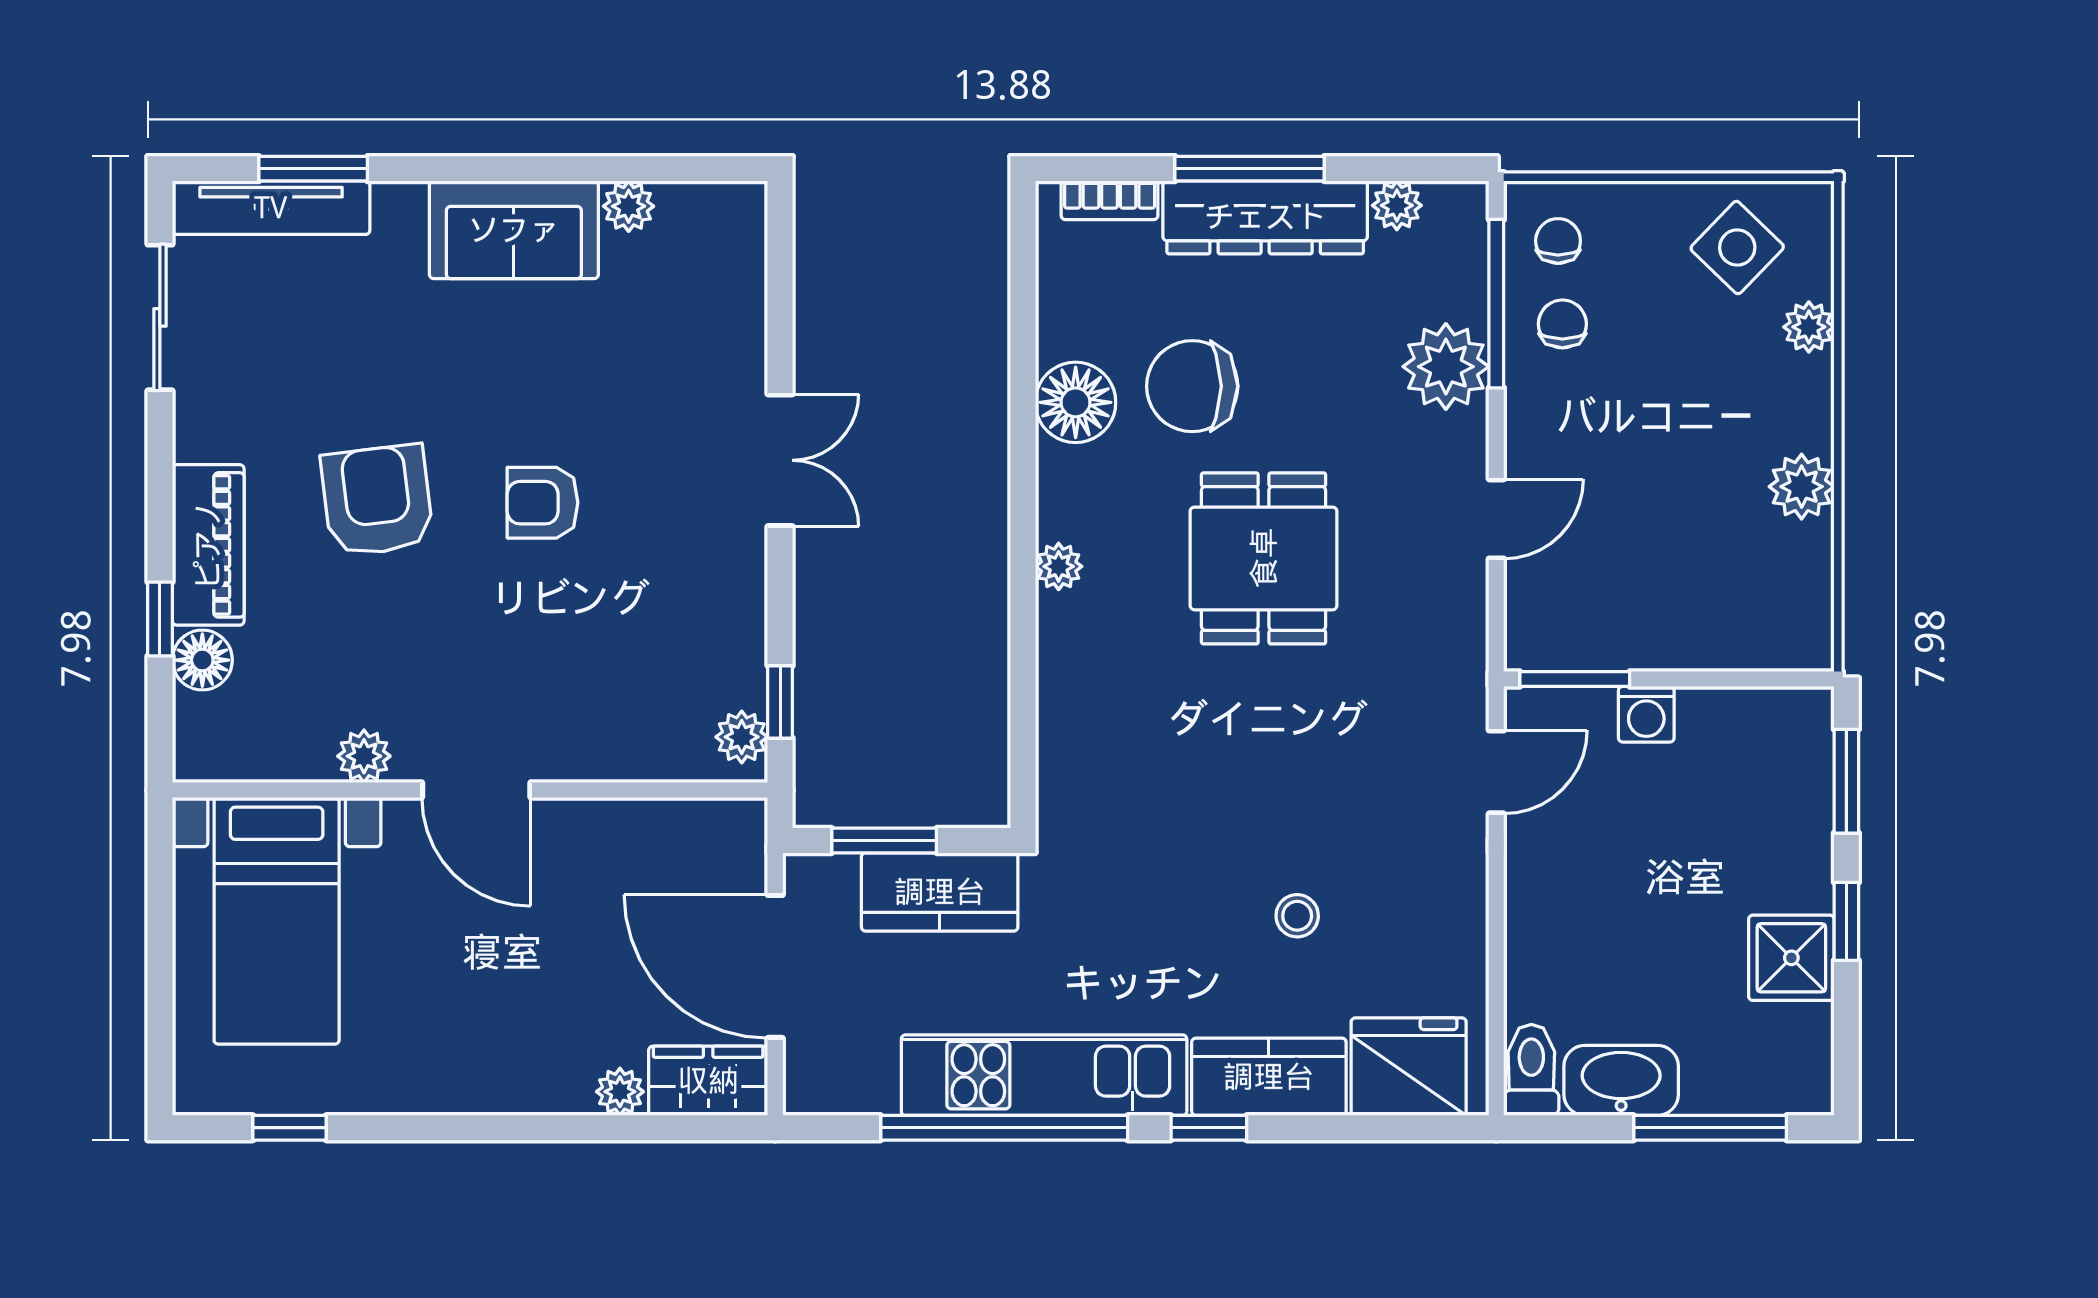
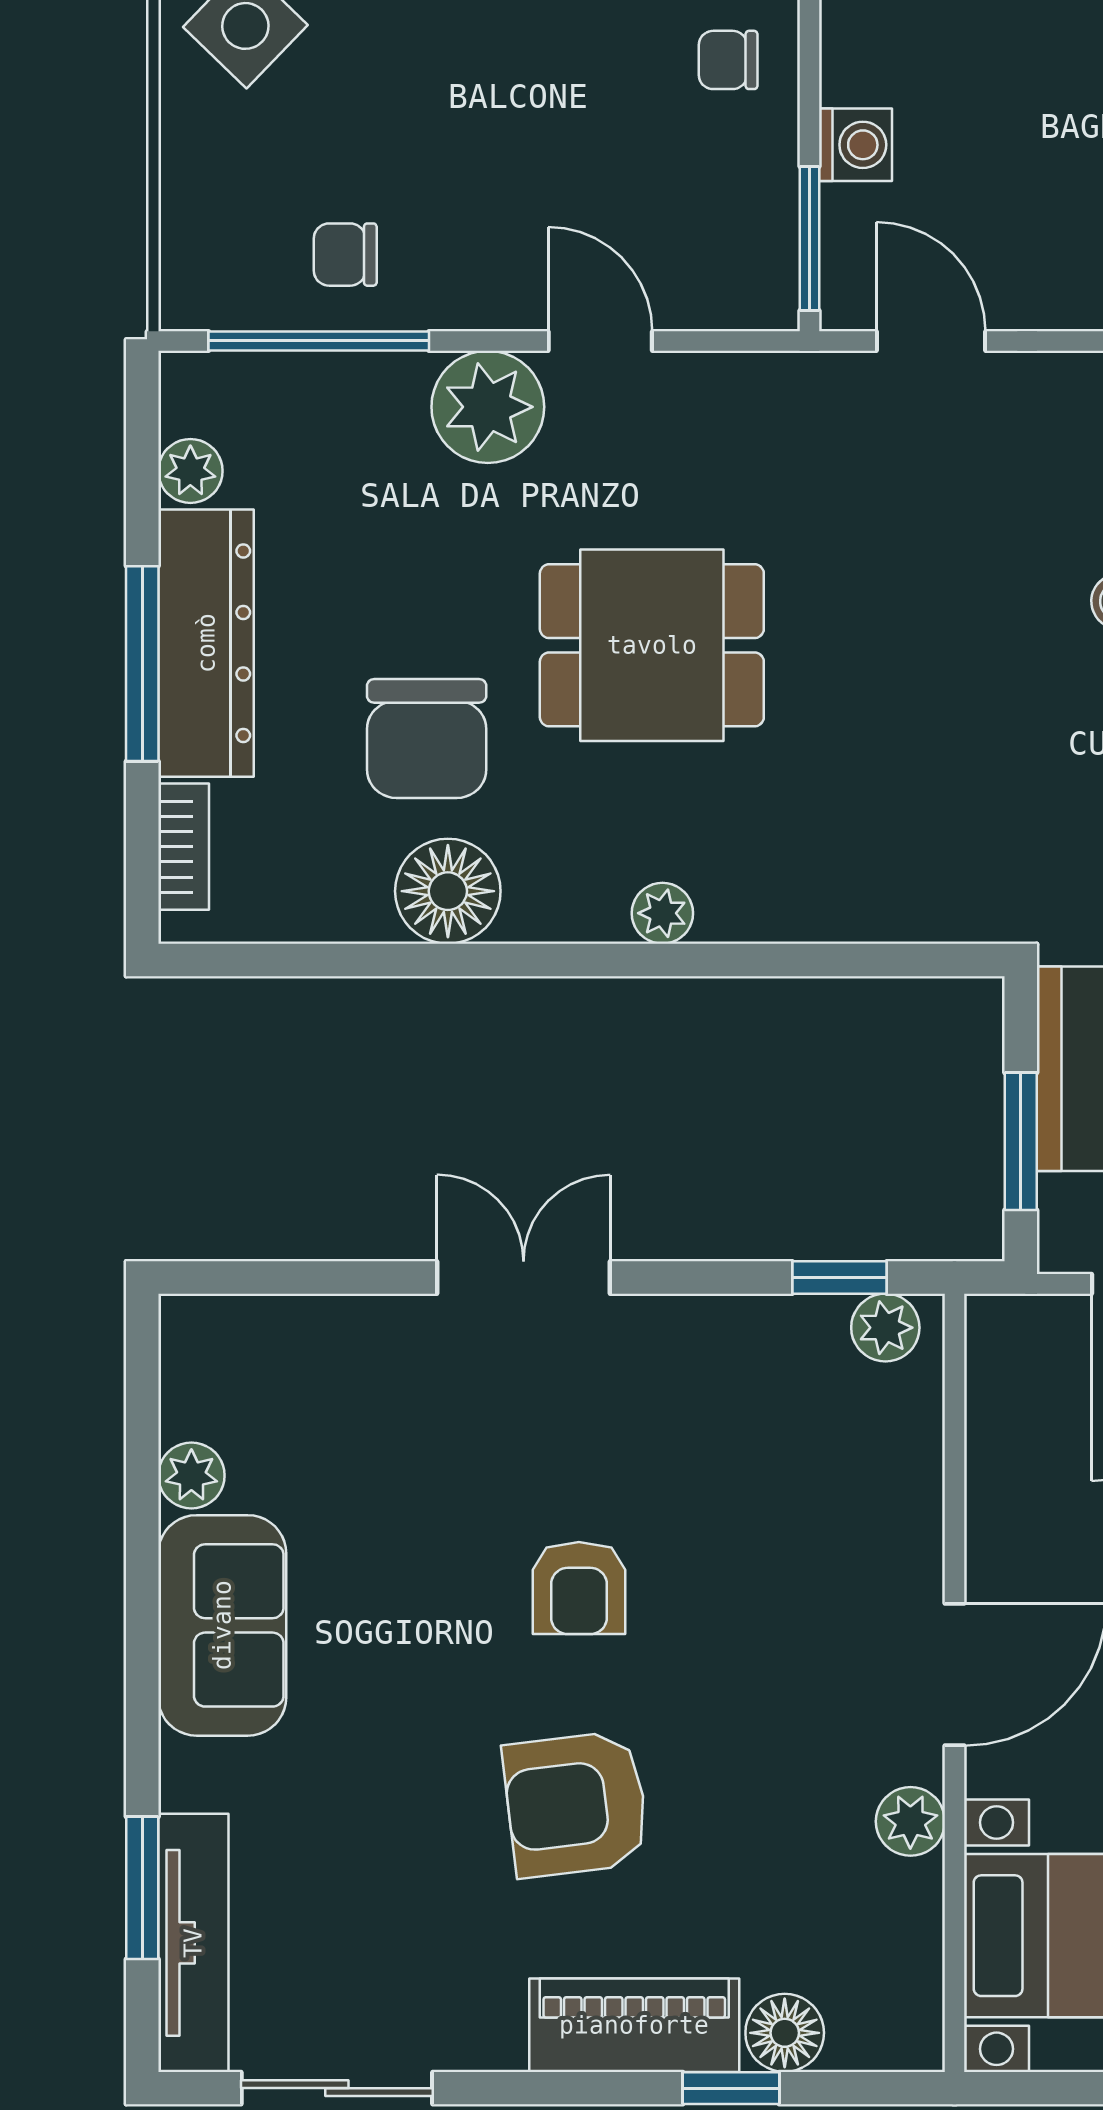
chair: (1558, 241) -> (728, 60), moved
plant: (1446, 367) -> (488, 407), moved

